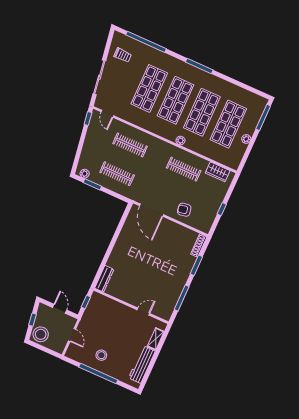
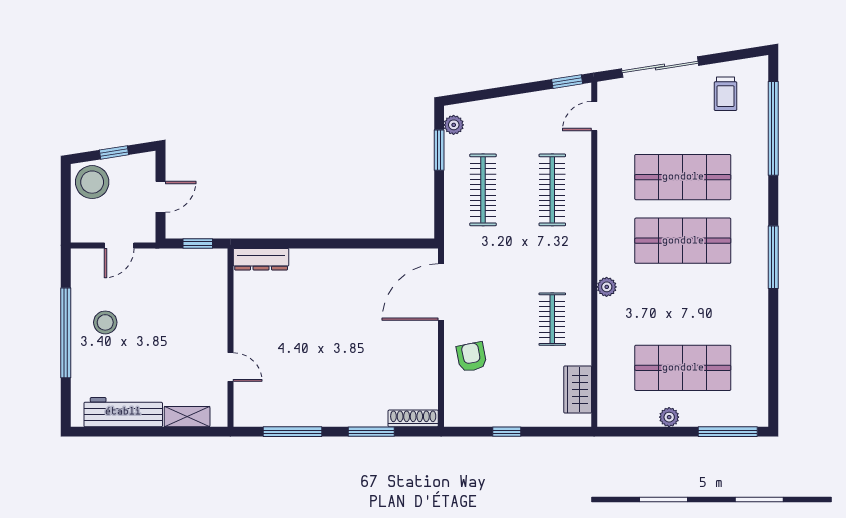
shop shelf: (202, 112) -> (683, 304), removed
clothes rail: (184, 169) -> (552, 319), width x0.73

